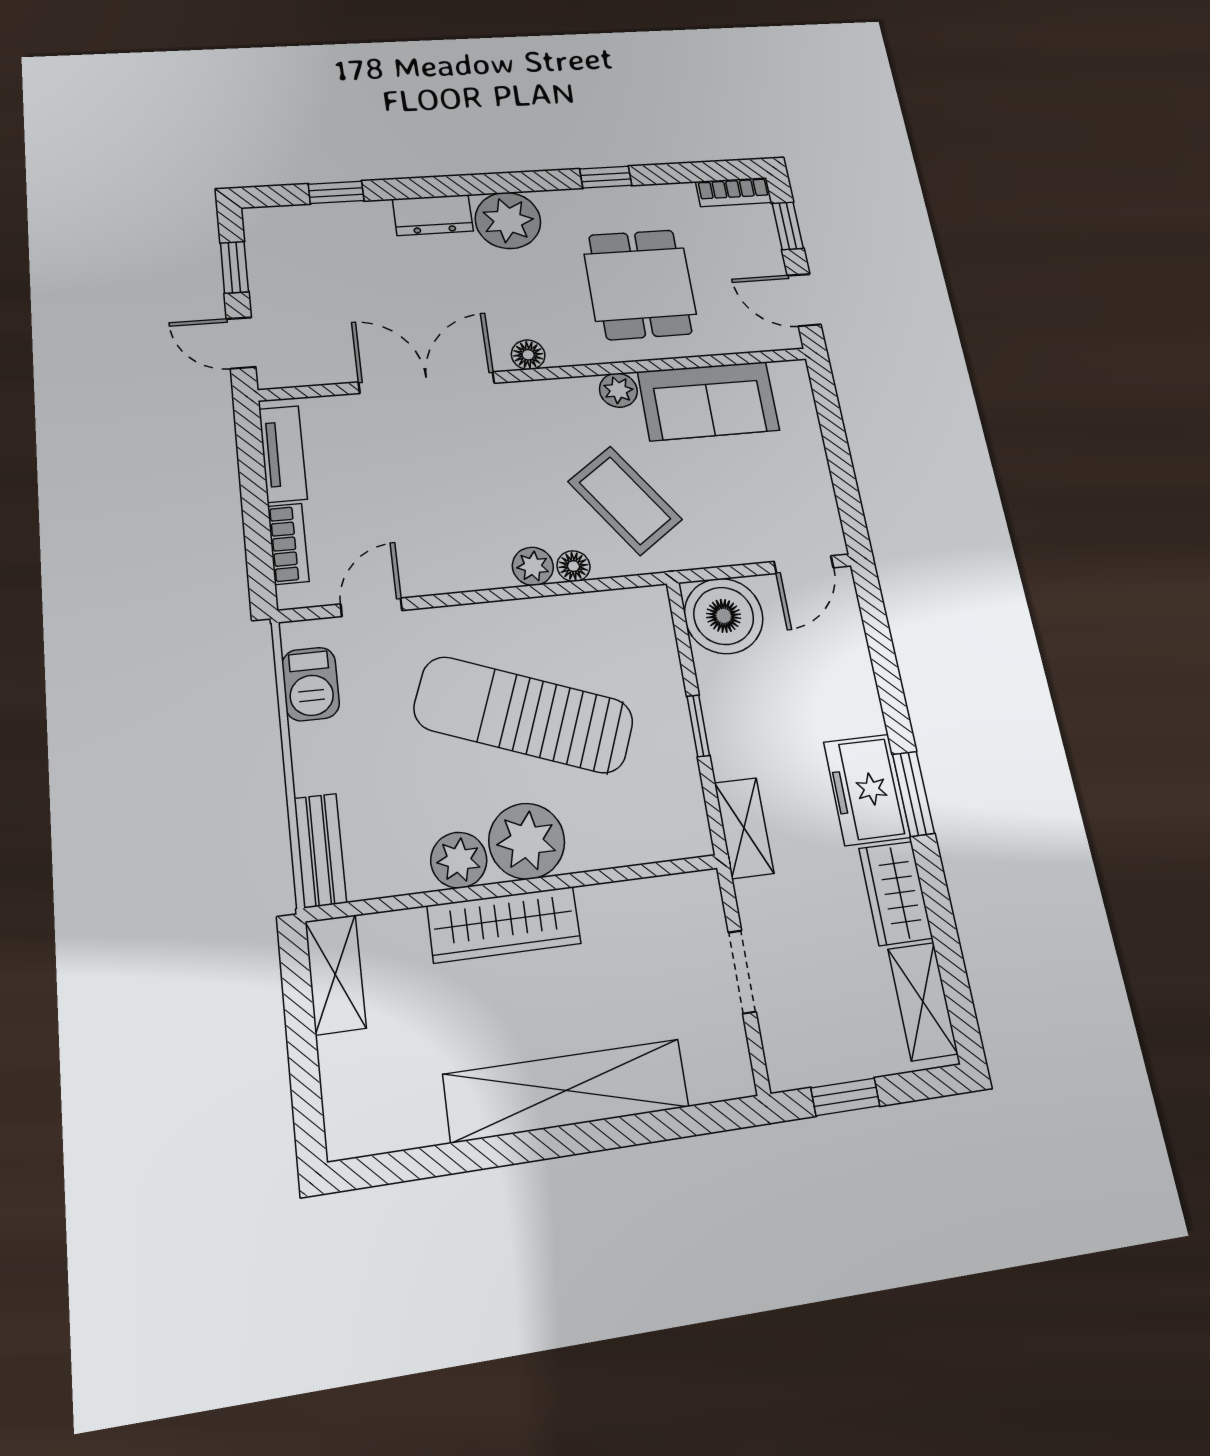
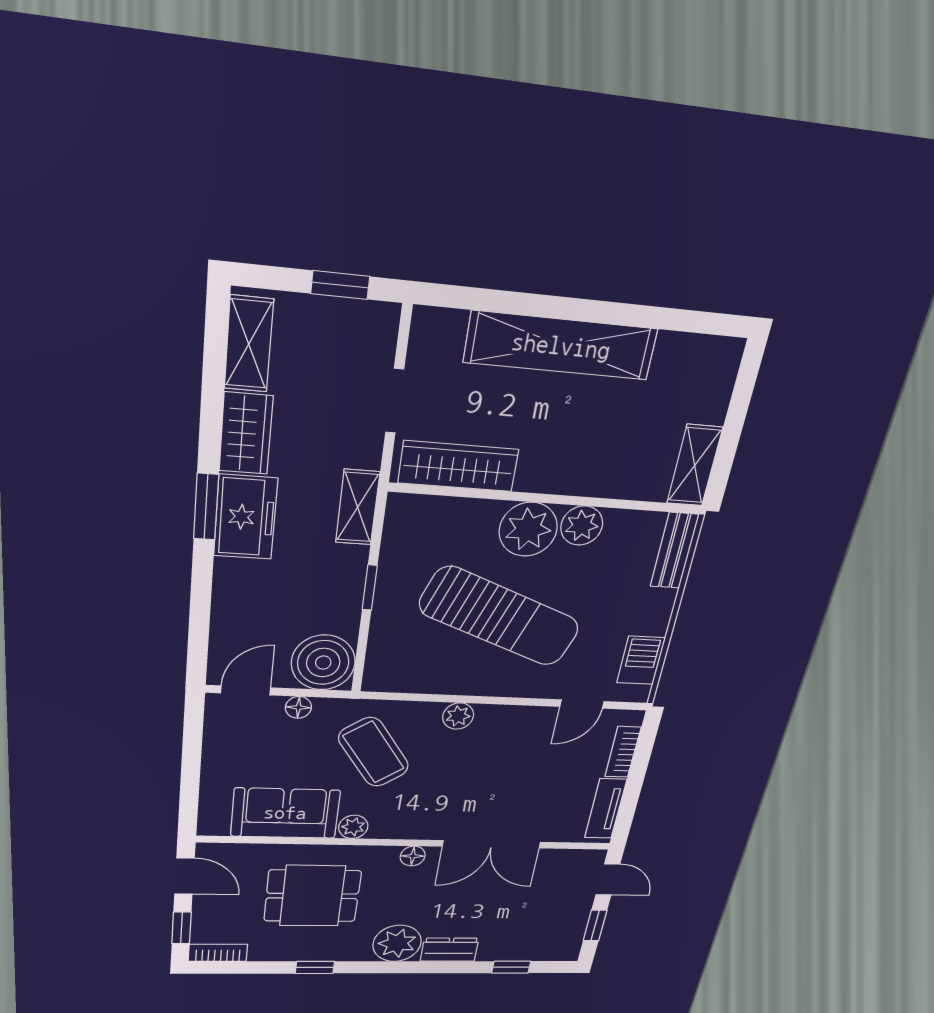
dining table: (640, 284) -> (312, 896), turned 90
floor lamp: (573, 566) -> (298, 707), moved
wardrobe: (504, 925) -> (458, 466), moved

